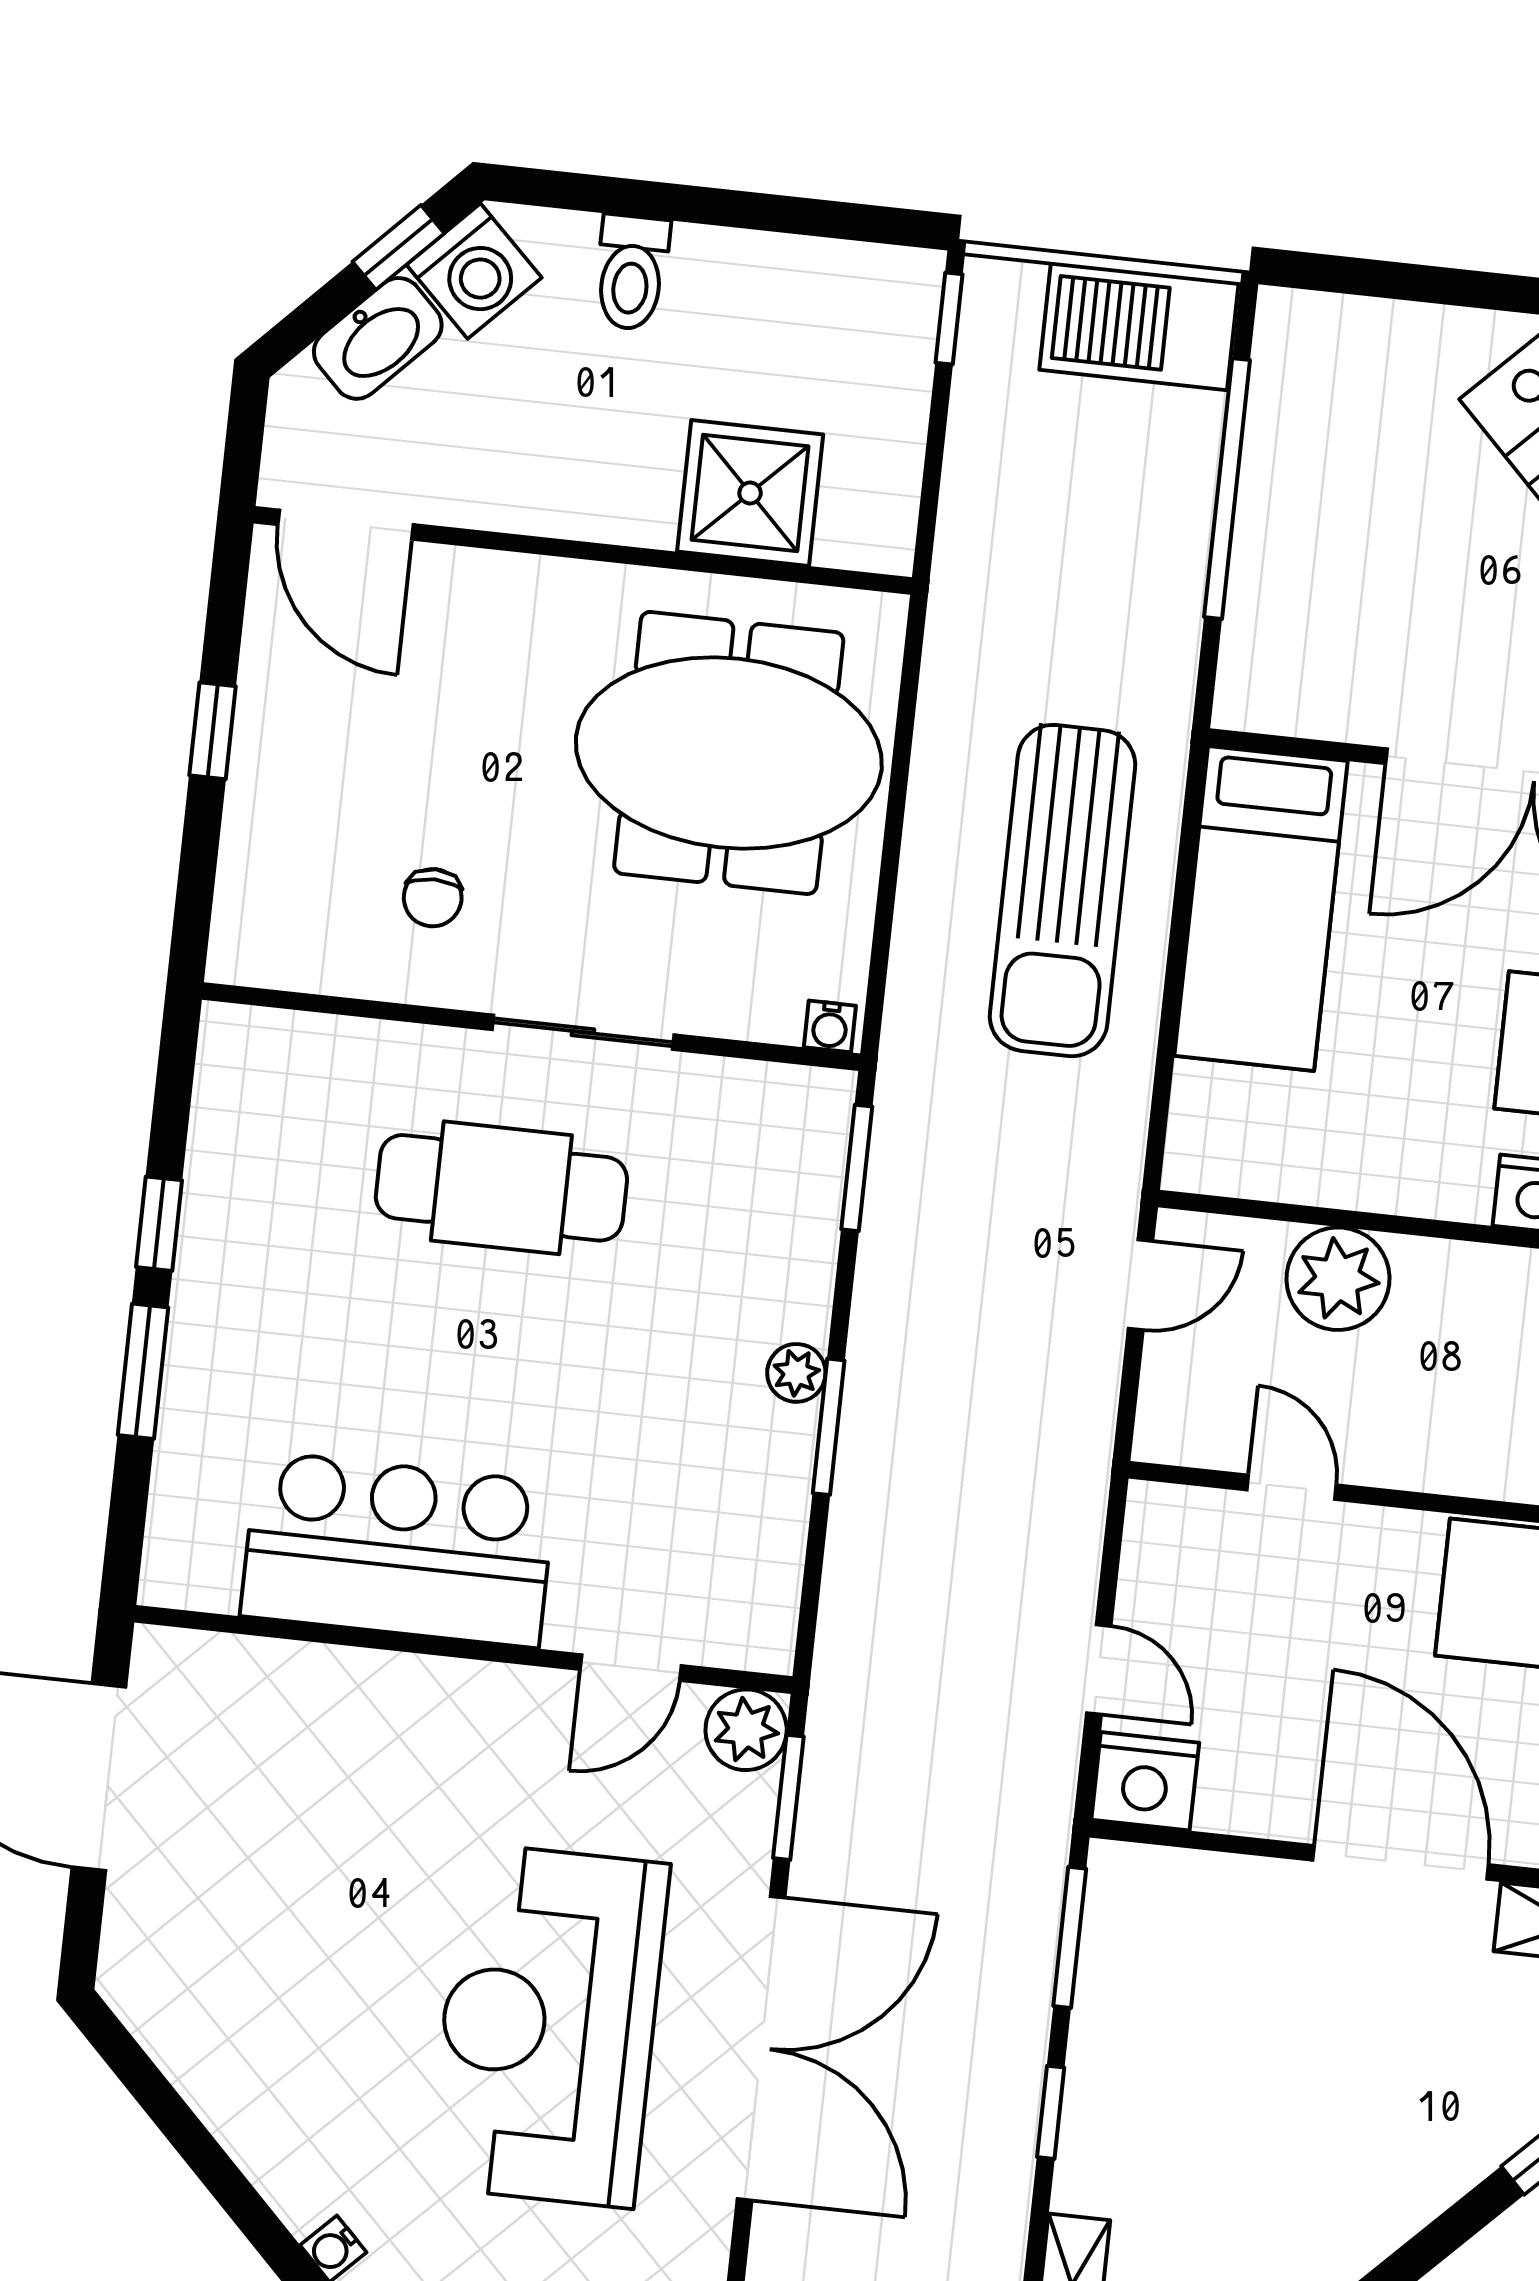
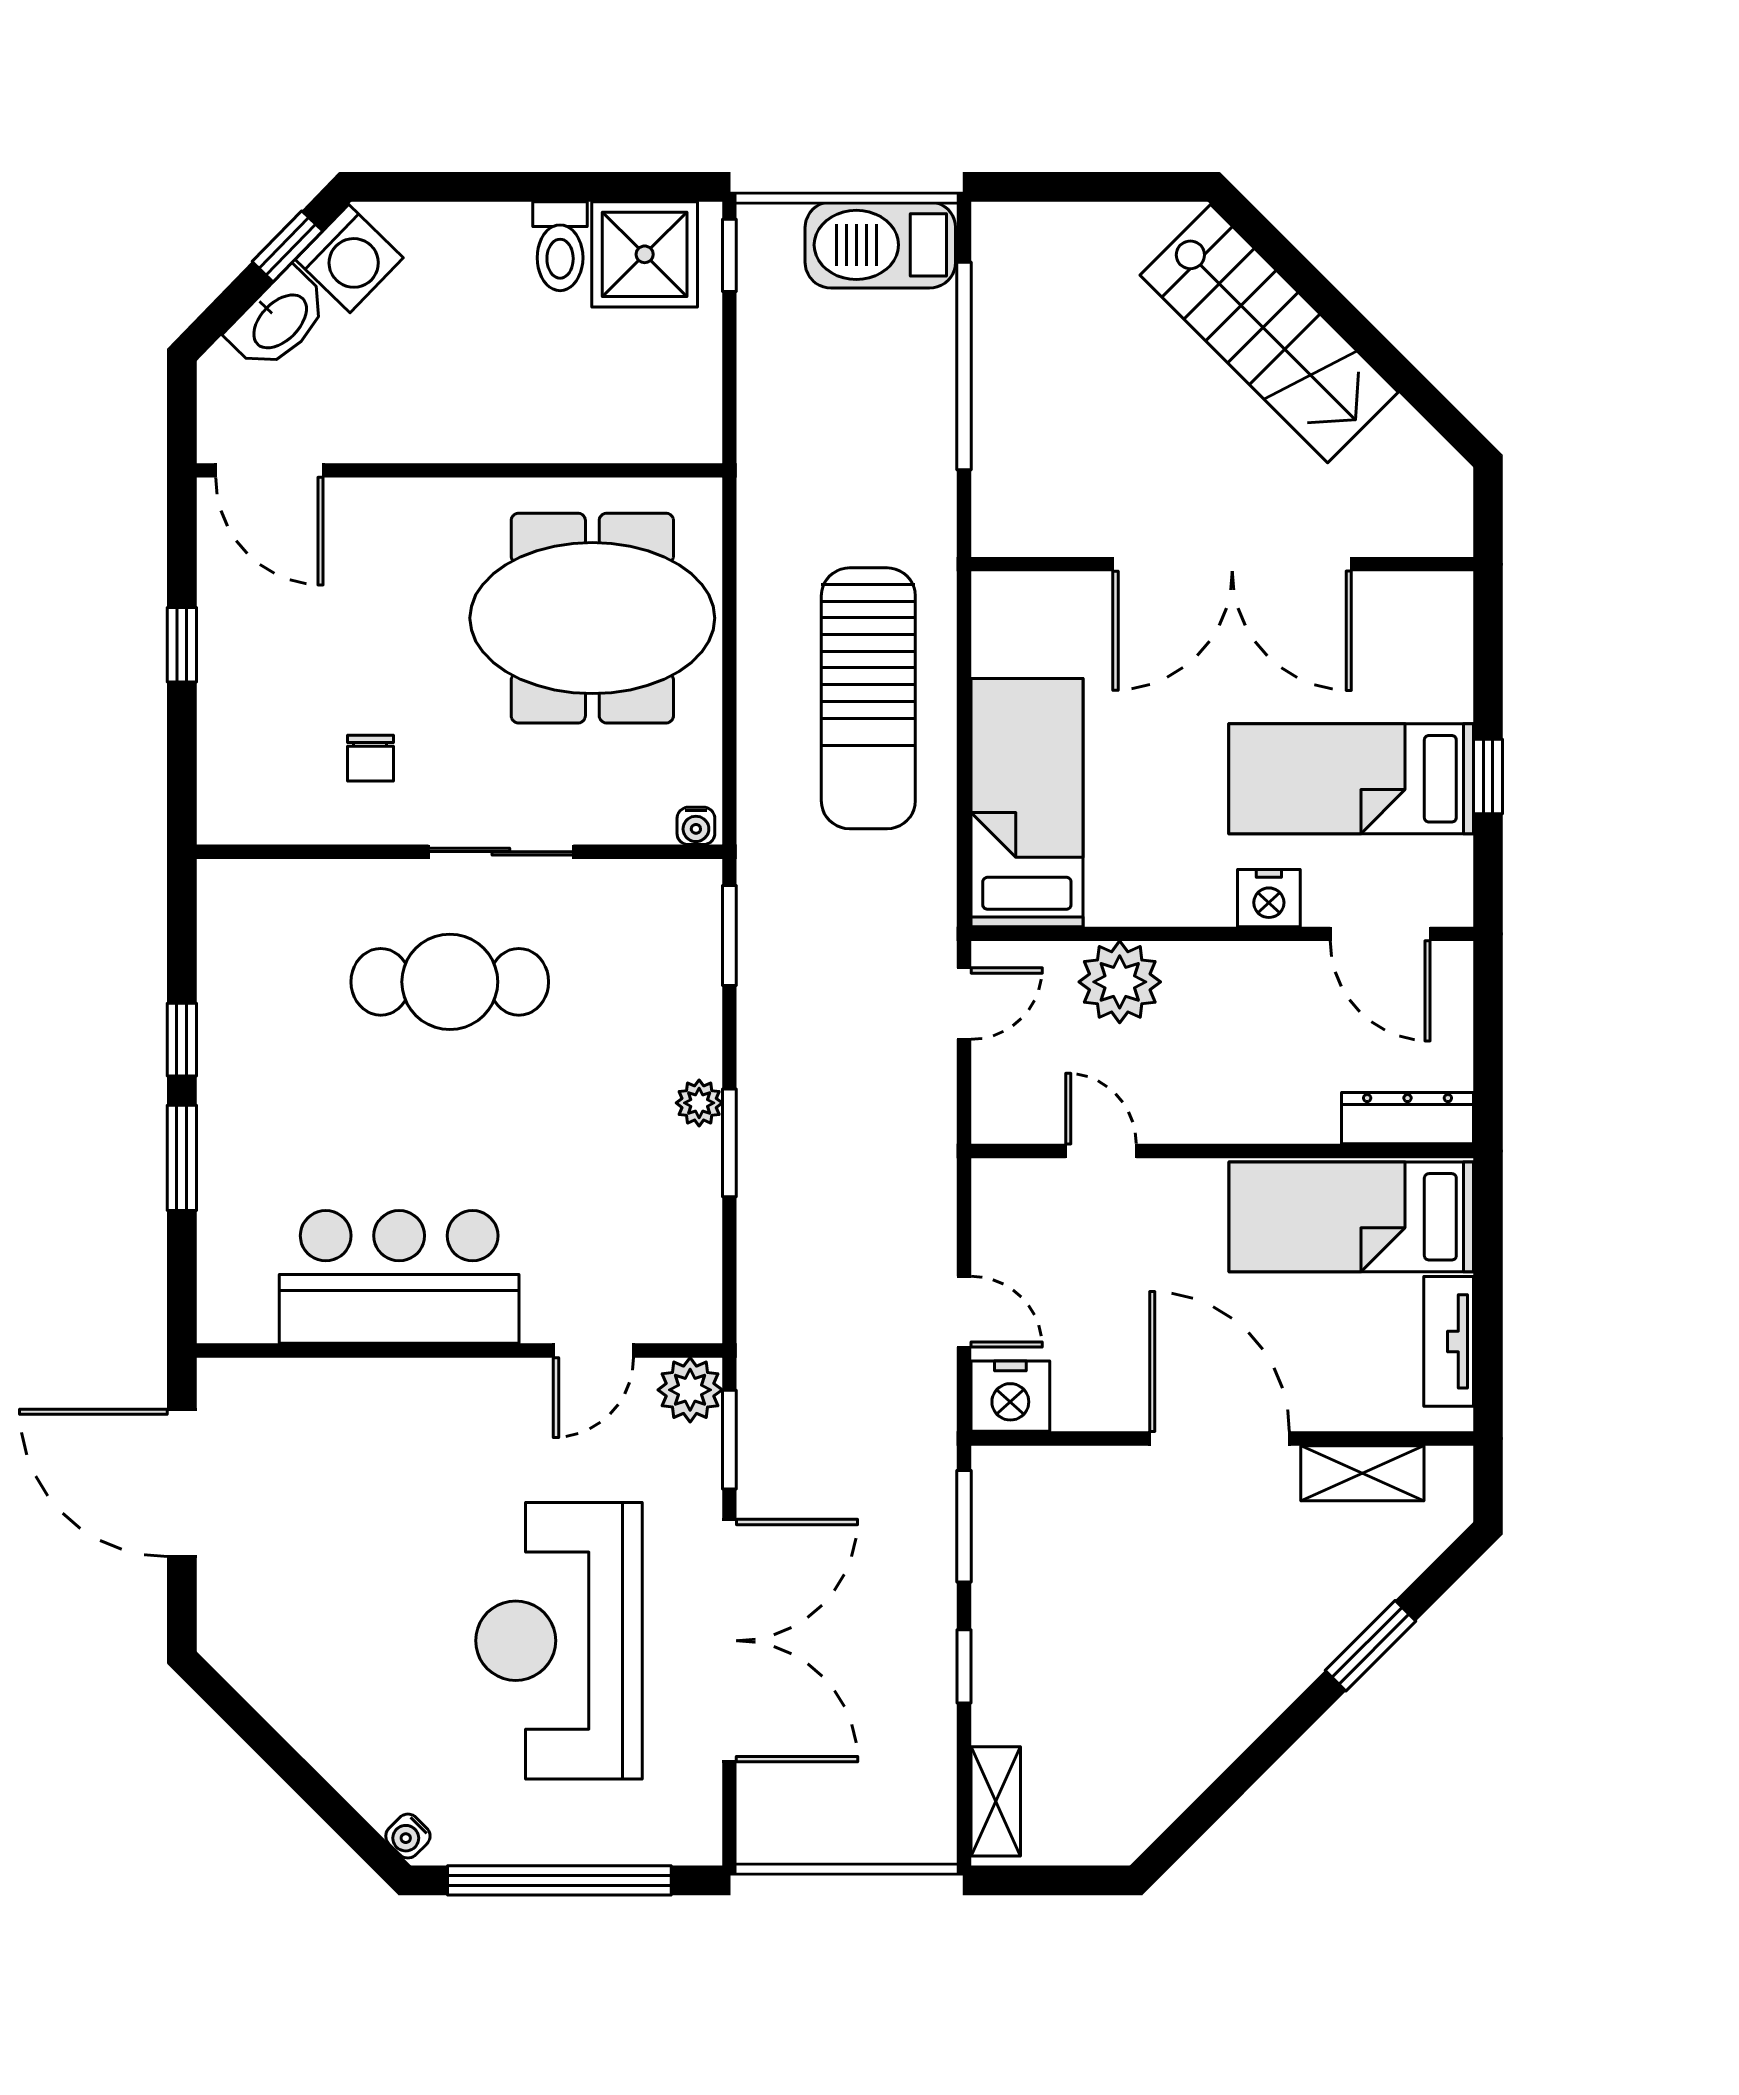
toilet: (632, 272) -> (560, 246), moved
shower: (750, 493) -> (645, 254), moved
bed: (1261, 908) -> (1027, 803), moved, turned 180

